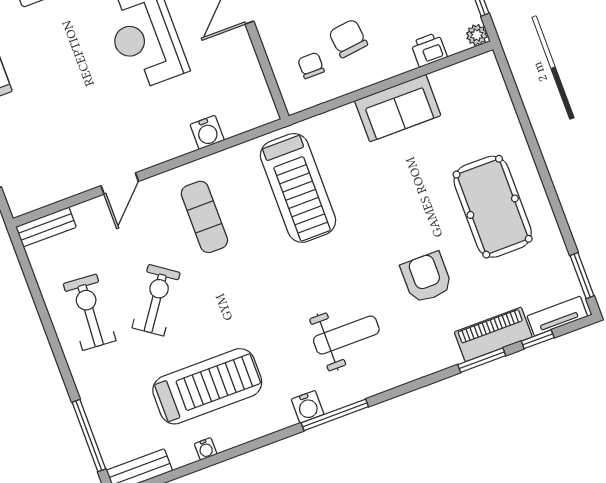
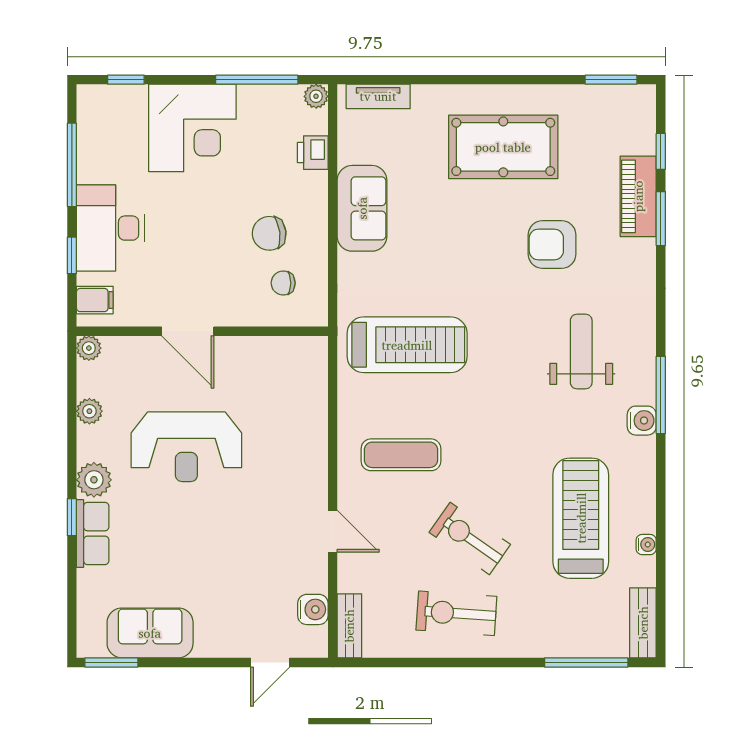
water cooler: (207, 132) -> (313, 609), moved
tv unit: (557, 316) -> (378, 96), moved, turned -90

